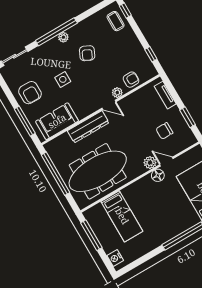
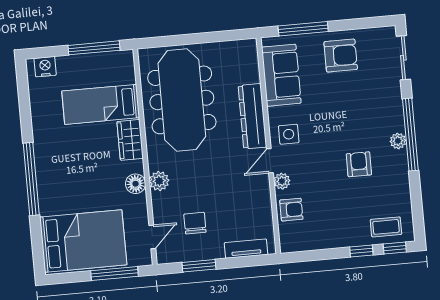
armchair: (87, 53) -> (359, 164), turned 65
window: (151, 54) -> (361, 251), moved
side table: (63, 79) -> (289, 134), moved
armchair: (131, 80) -> (291, 210), turned -90
armchair: (30, 93) -> (341, 56), turned 180
door: (166, 162) -> (152, 237), moved
window: (55, 174) -> (207, 38), removed
wardrobe: (134, 190) -> (130, 140), added

